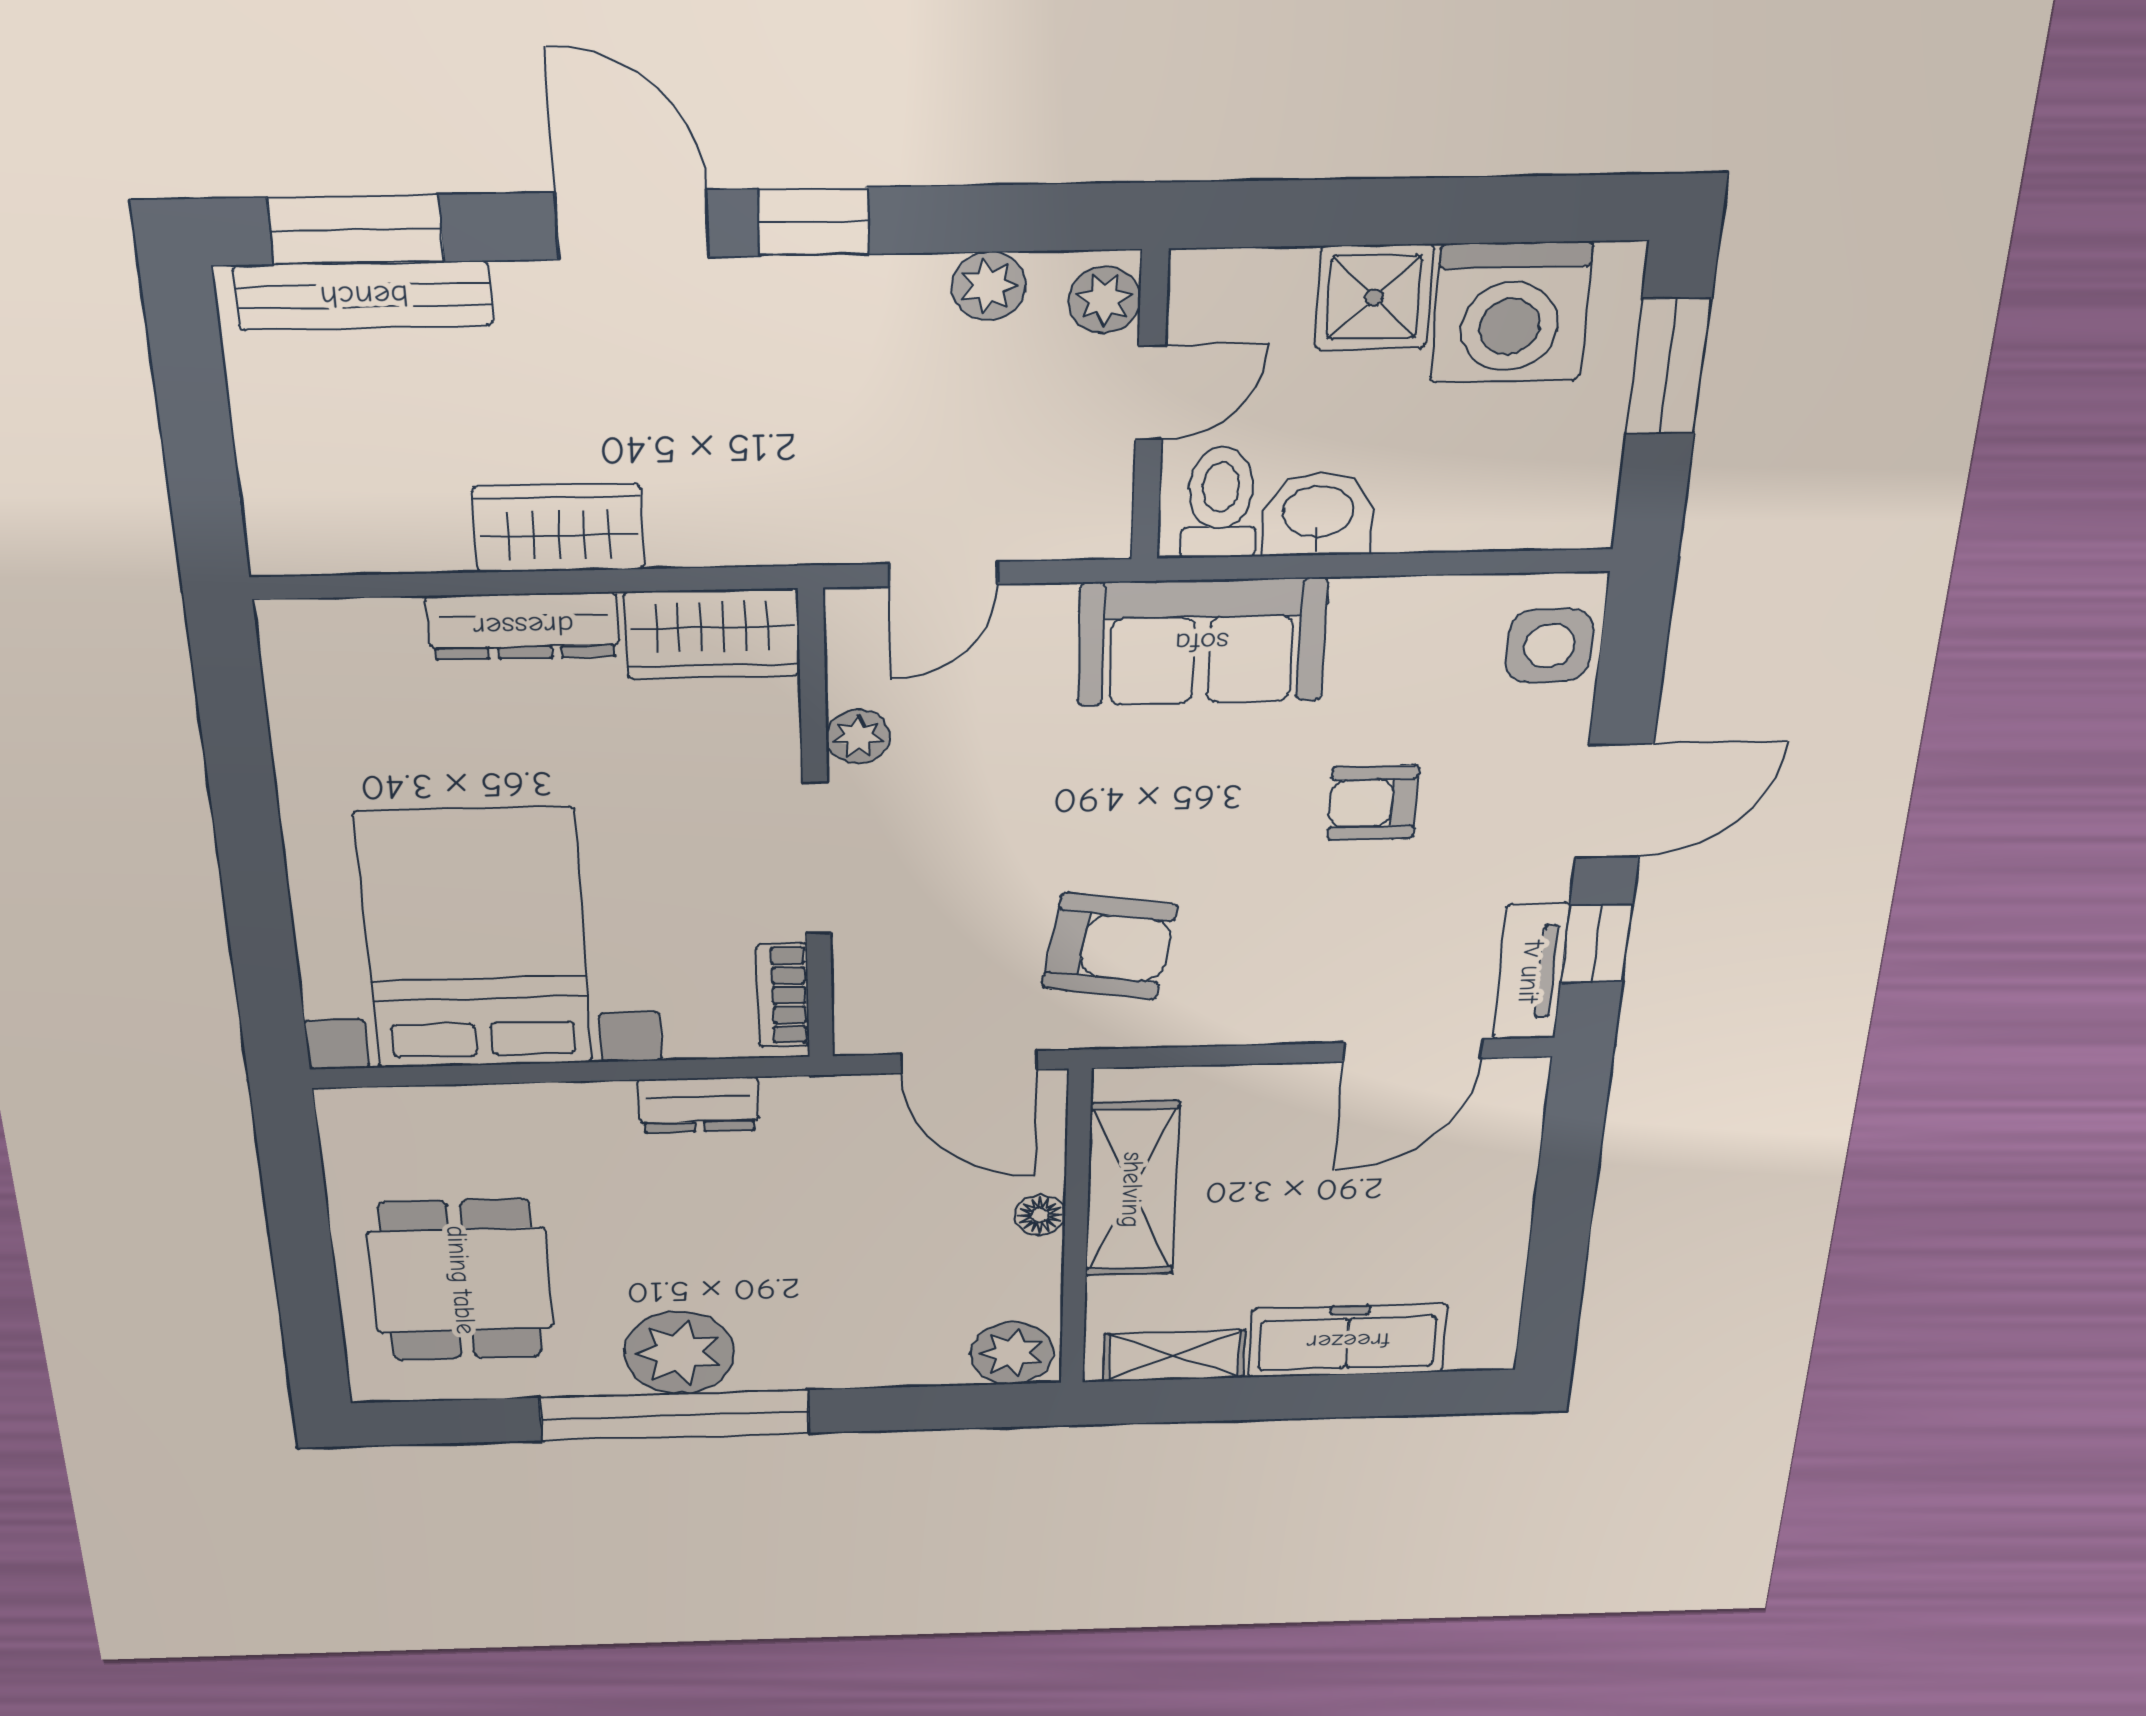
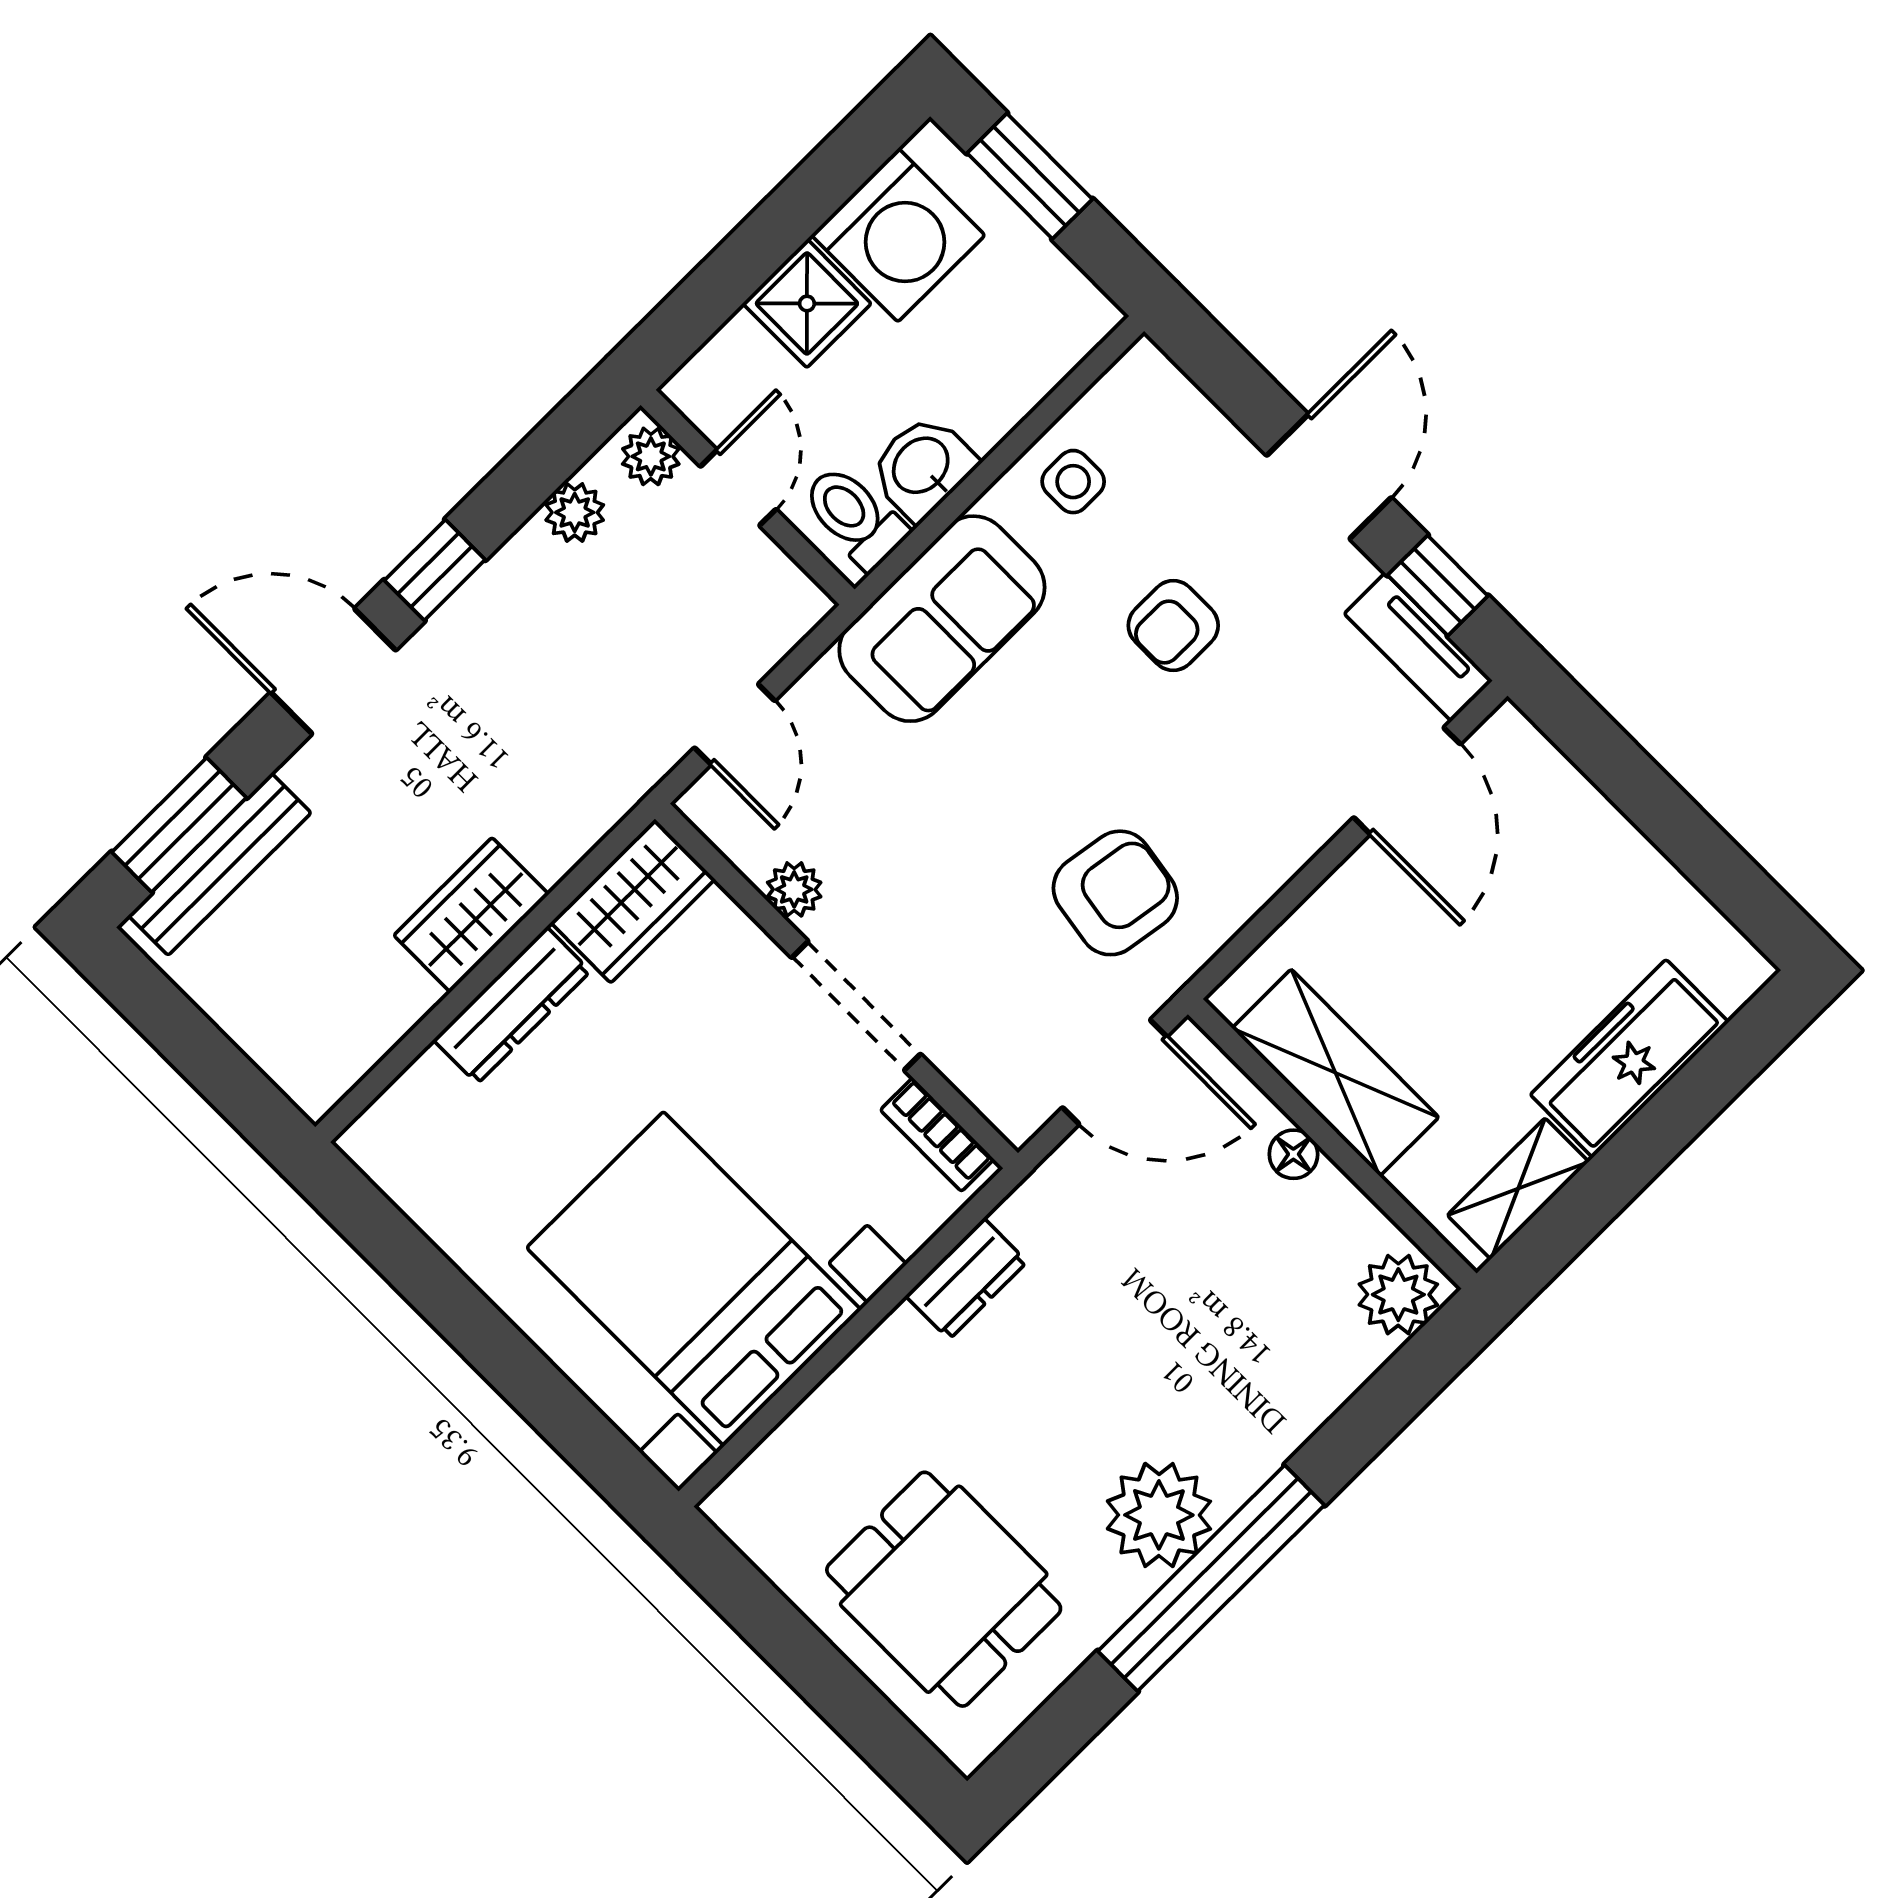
side table: (1549, 646) -> (1073, 482), moved, width x0.73, depth x0.73

